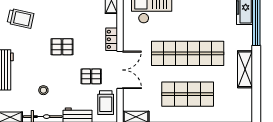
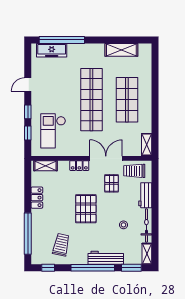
pallet: (62, 47) -> (86, 209), width x1.50, depth x1.42
shelving: (245, 69) -> (121, 50), moved
trolley: (106, 103) -> (134, 171), turned 180

